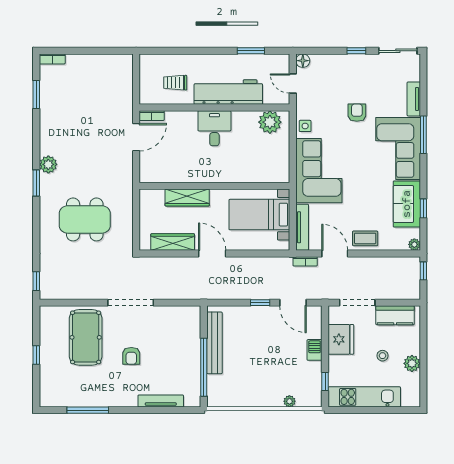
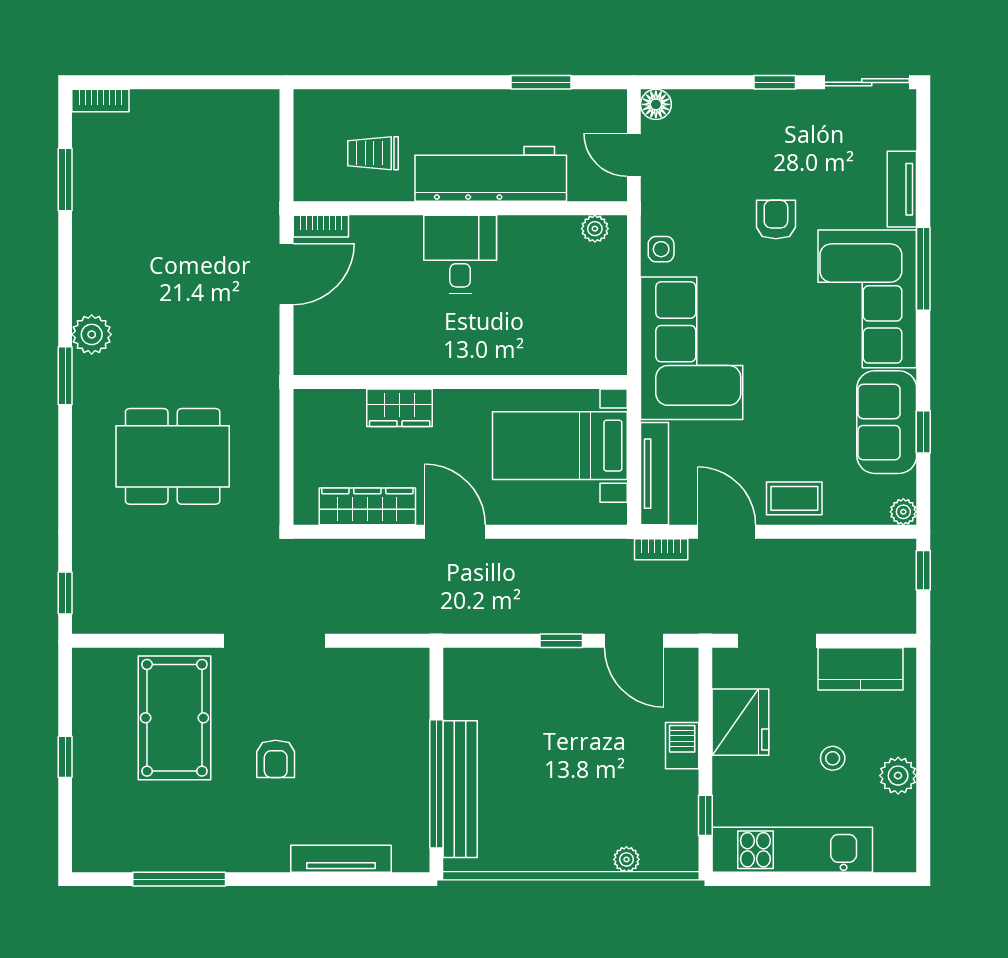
plant: (270, 122) -> (595, 229), width x0.53, depth x0.53
wardrobe: (187, 198) -> (400, 408), width x0.67
bench: (214, 343) -> (460, 789), moved

